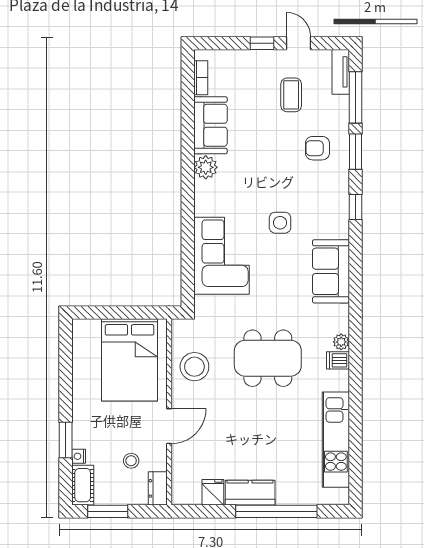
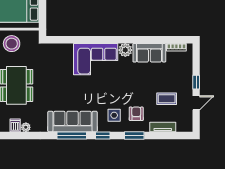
tv unit: (341, 72) -> (163, 127), moved
window: (356, 97) -> (72, 135), moved
side table: (280, 223) -> (114, 115), moved
corner sofa: (222, 256) -> (96, 59), moved
sofa: (331, 271) -> (73, 121), width x1.36

